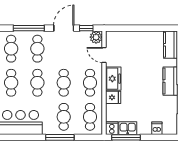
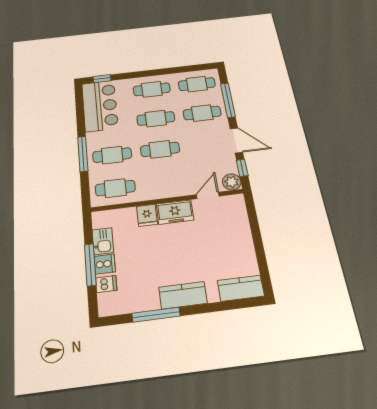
cafe table: (90, 83) -> (165, 182), removed
cooker: (112, 128) -> (105, 264), moved
window: (126, 137) -> (90, 265), moved

